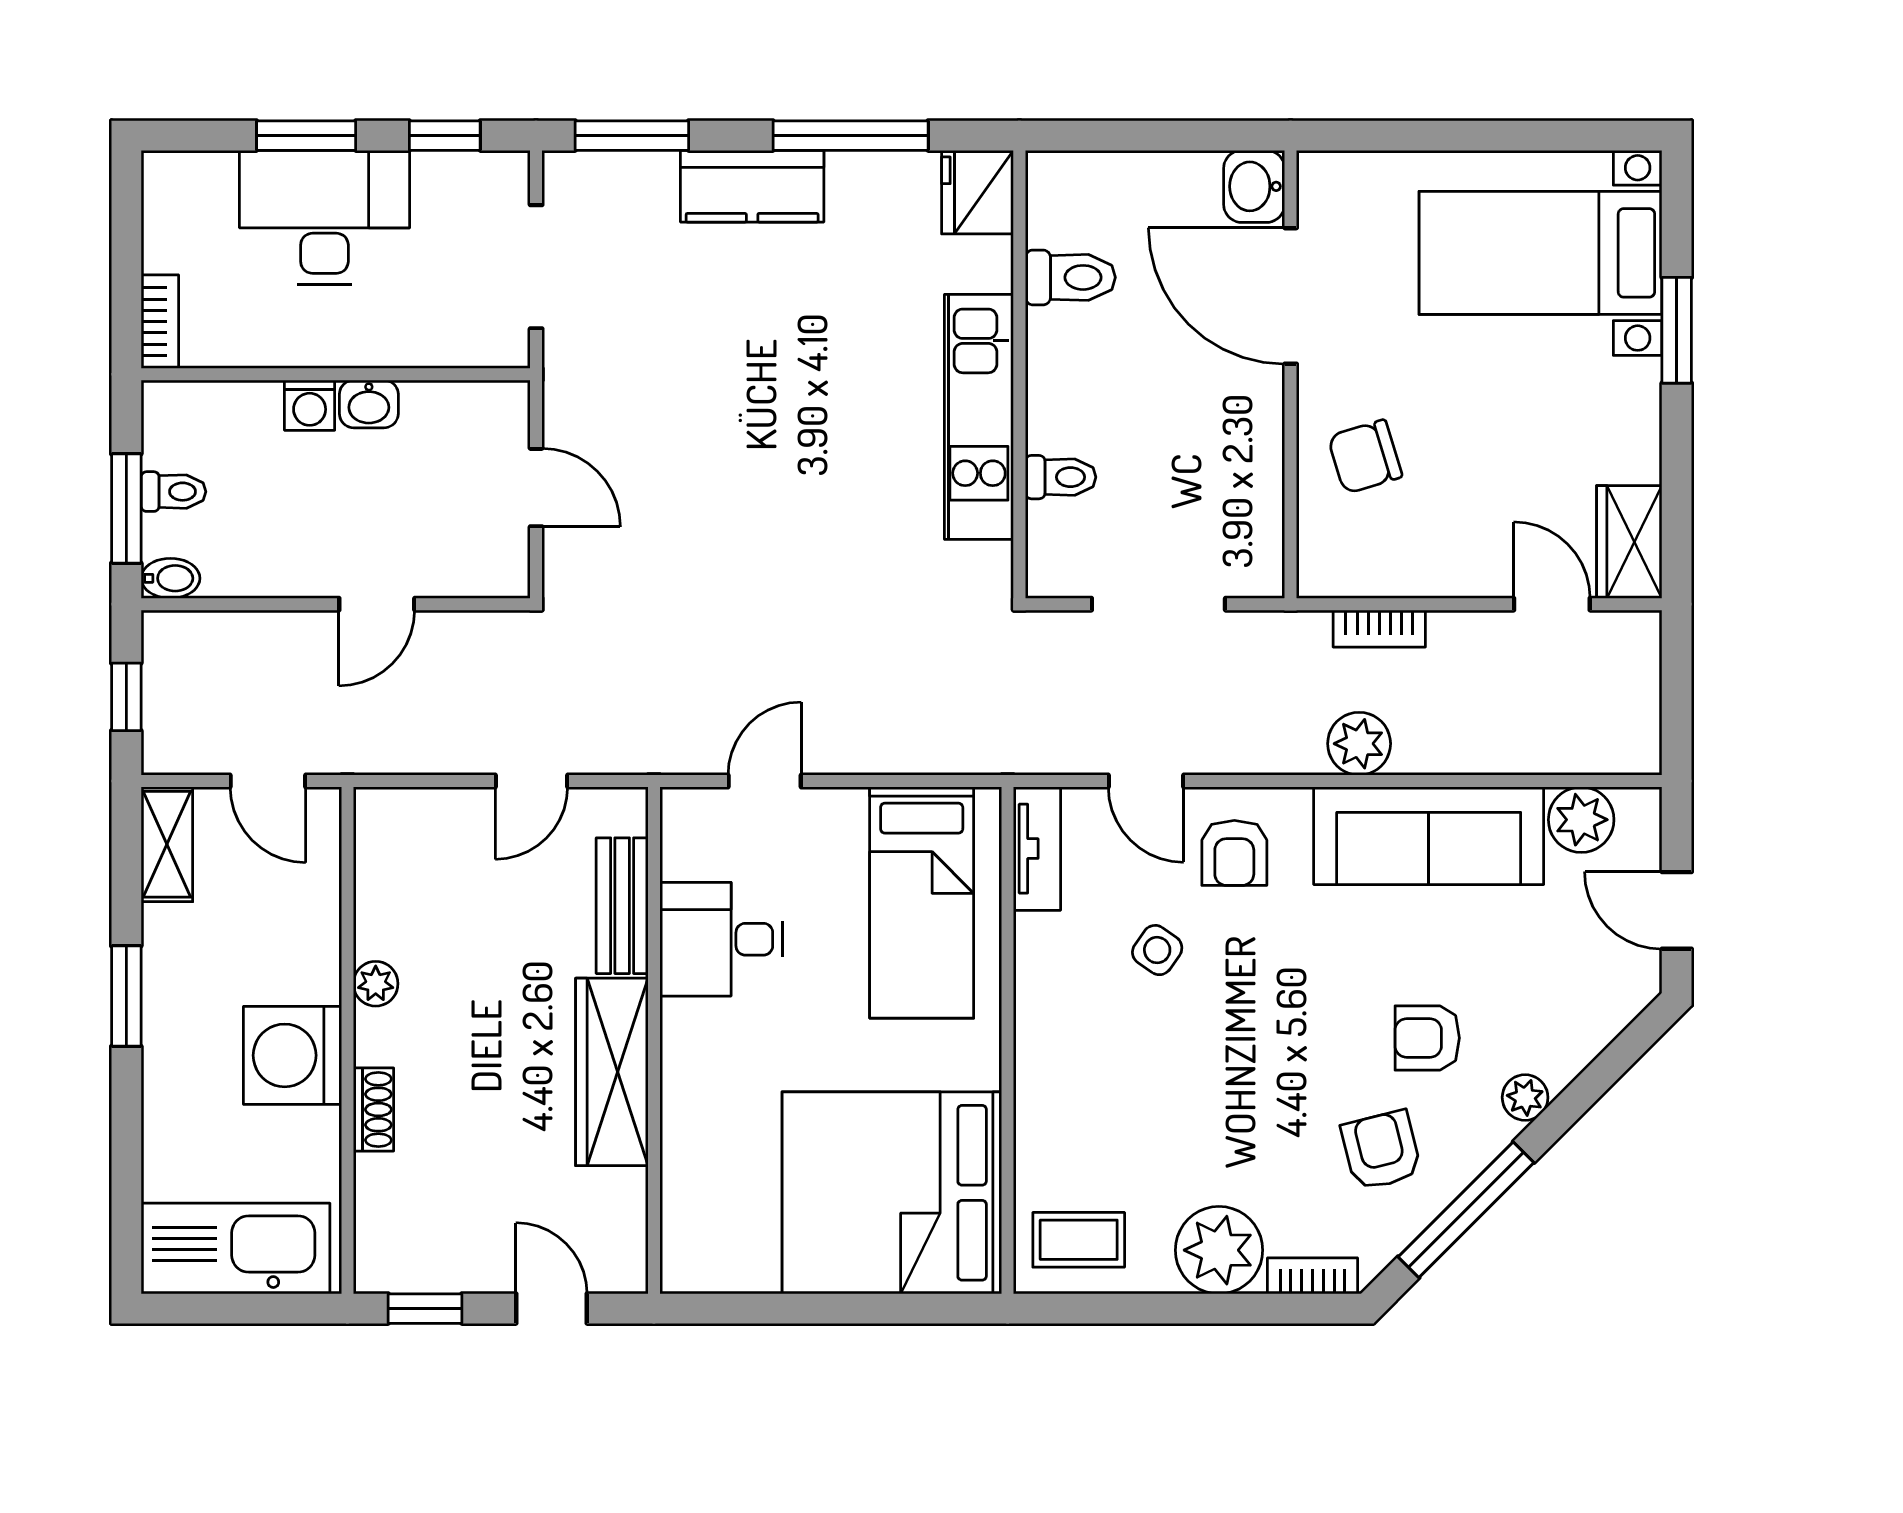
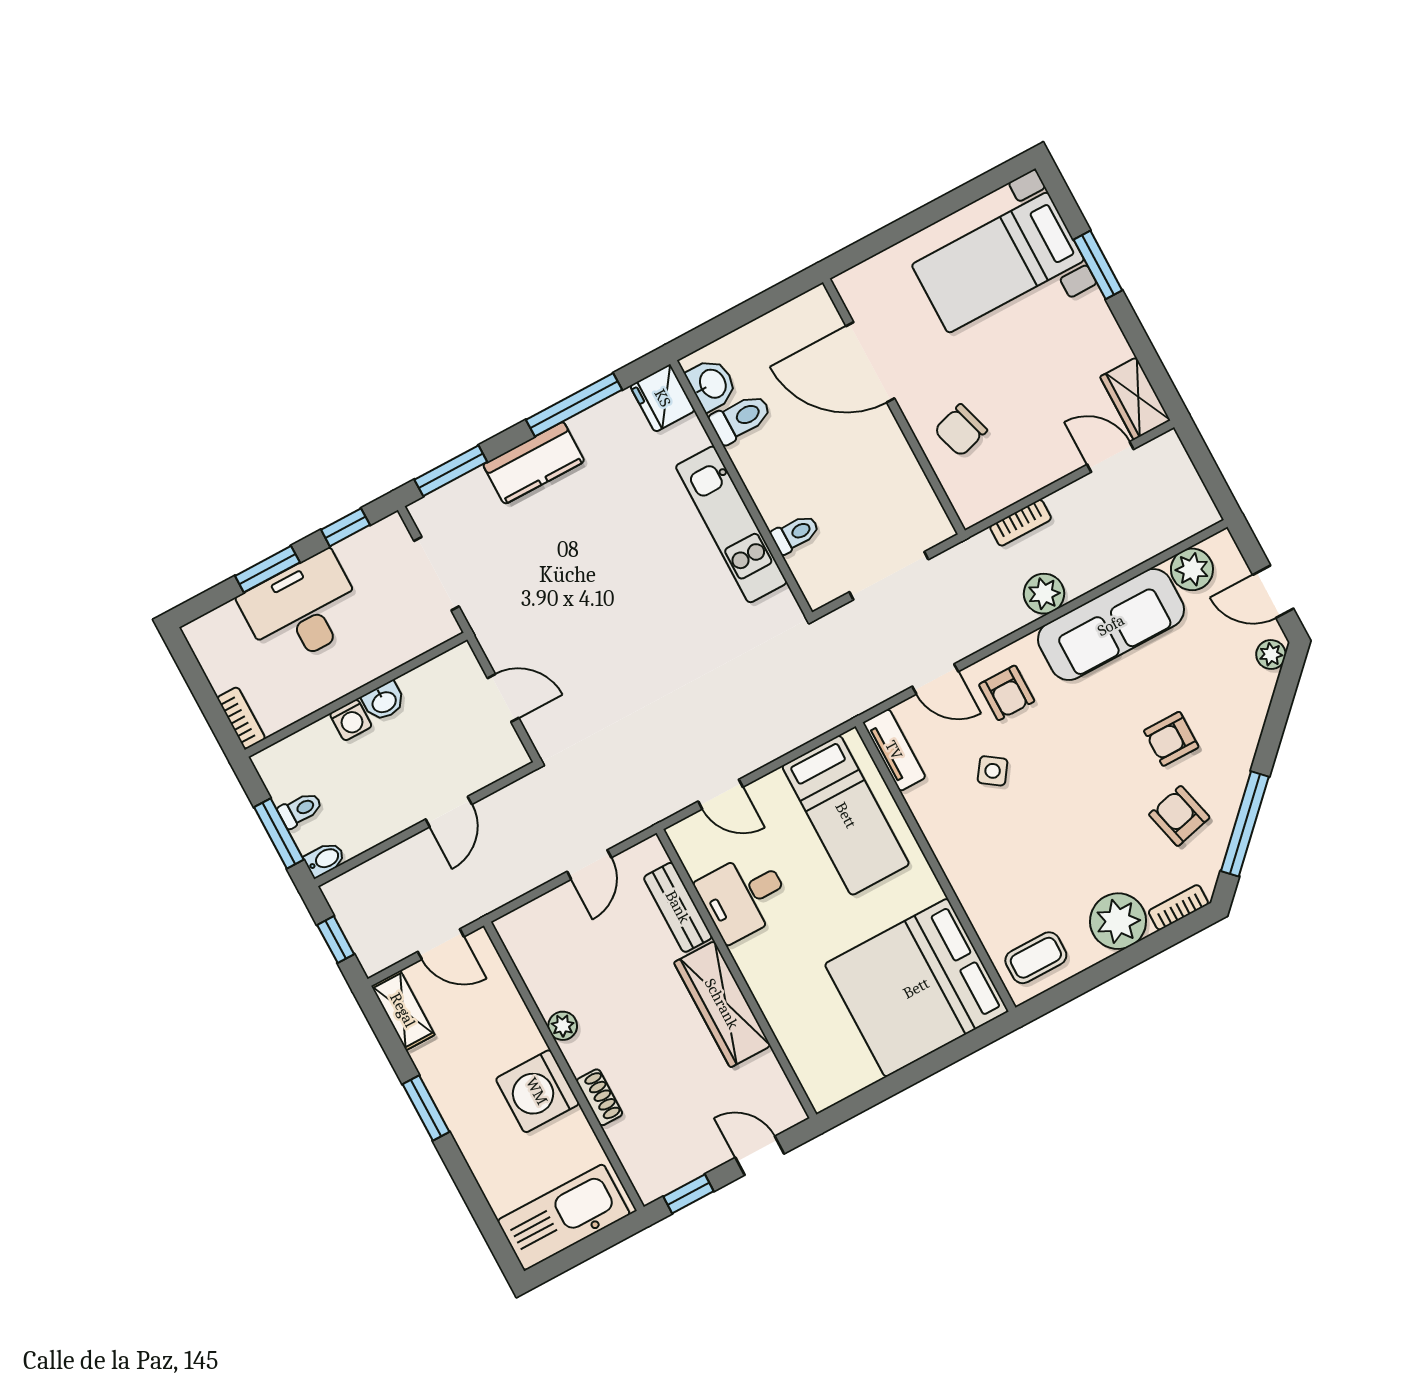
washbasin: (1254, 186) -> (712, 384), moved, turned 180
door: (765, 781) -> (720, 794), swing flipped
plant: (1525, 1097) -> (1271, 655), moved

